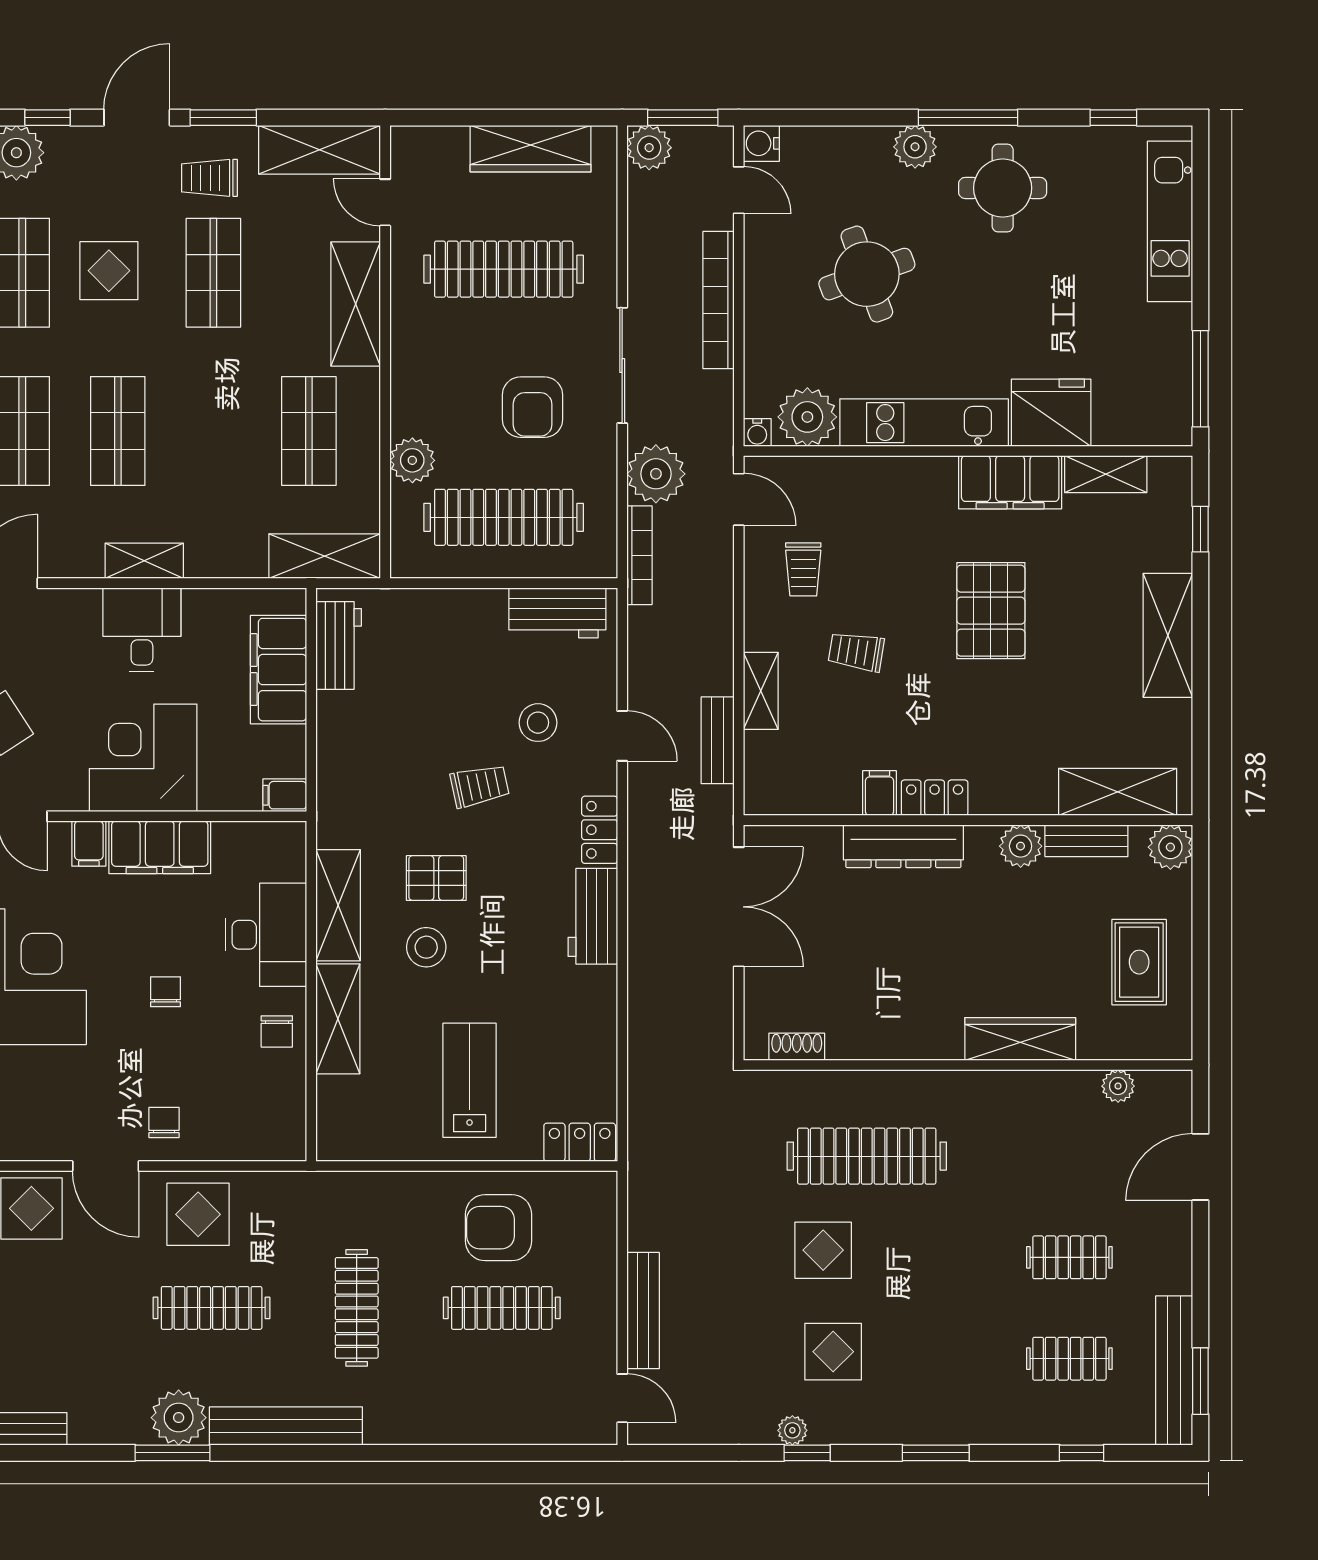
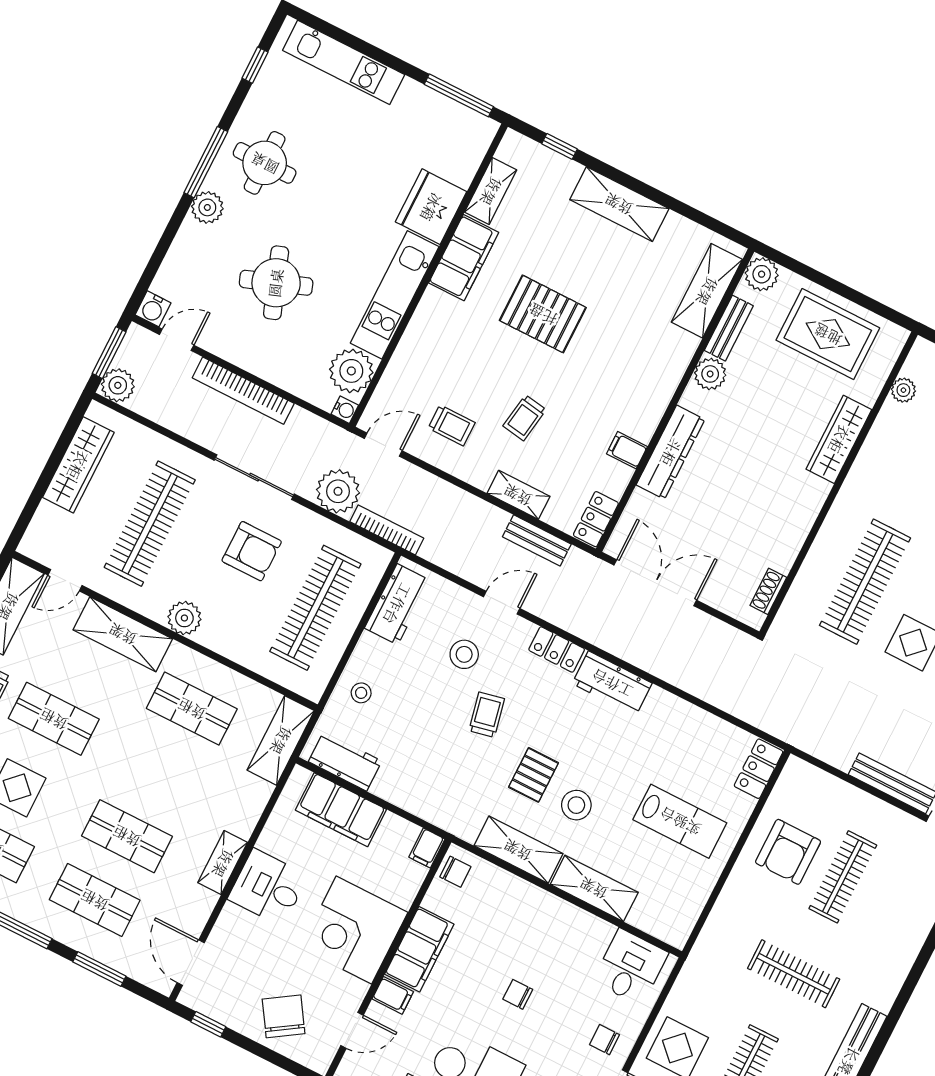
plant: (412, 460) -> (184, 618), moved
stool: (430, 623) -> (361, 693), added
locker: (935, 798) -> (596, 519), moved
desk: (266, 935) -> (630, 967), moved, width x0.73
rug: (1139, 962) -> (828, 334), width x1.36, depth x1.43
chair: (277, 1031) -> (455, 872), moved
lab bench: (470, 1080) -> (680, 821), turned 180

